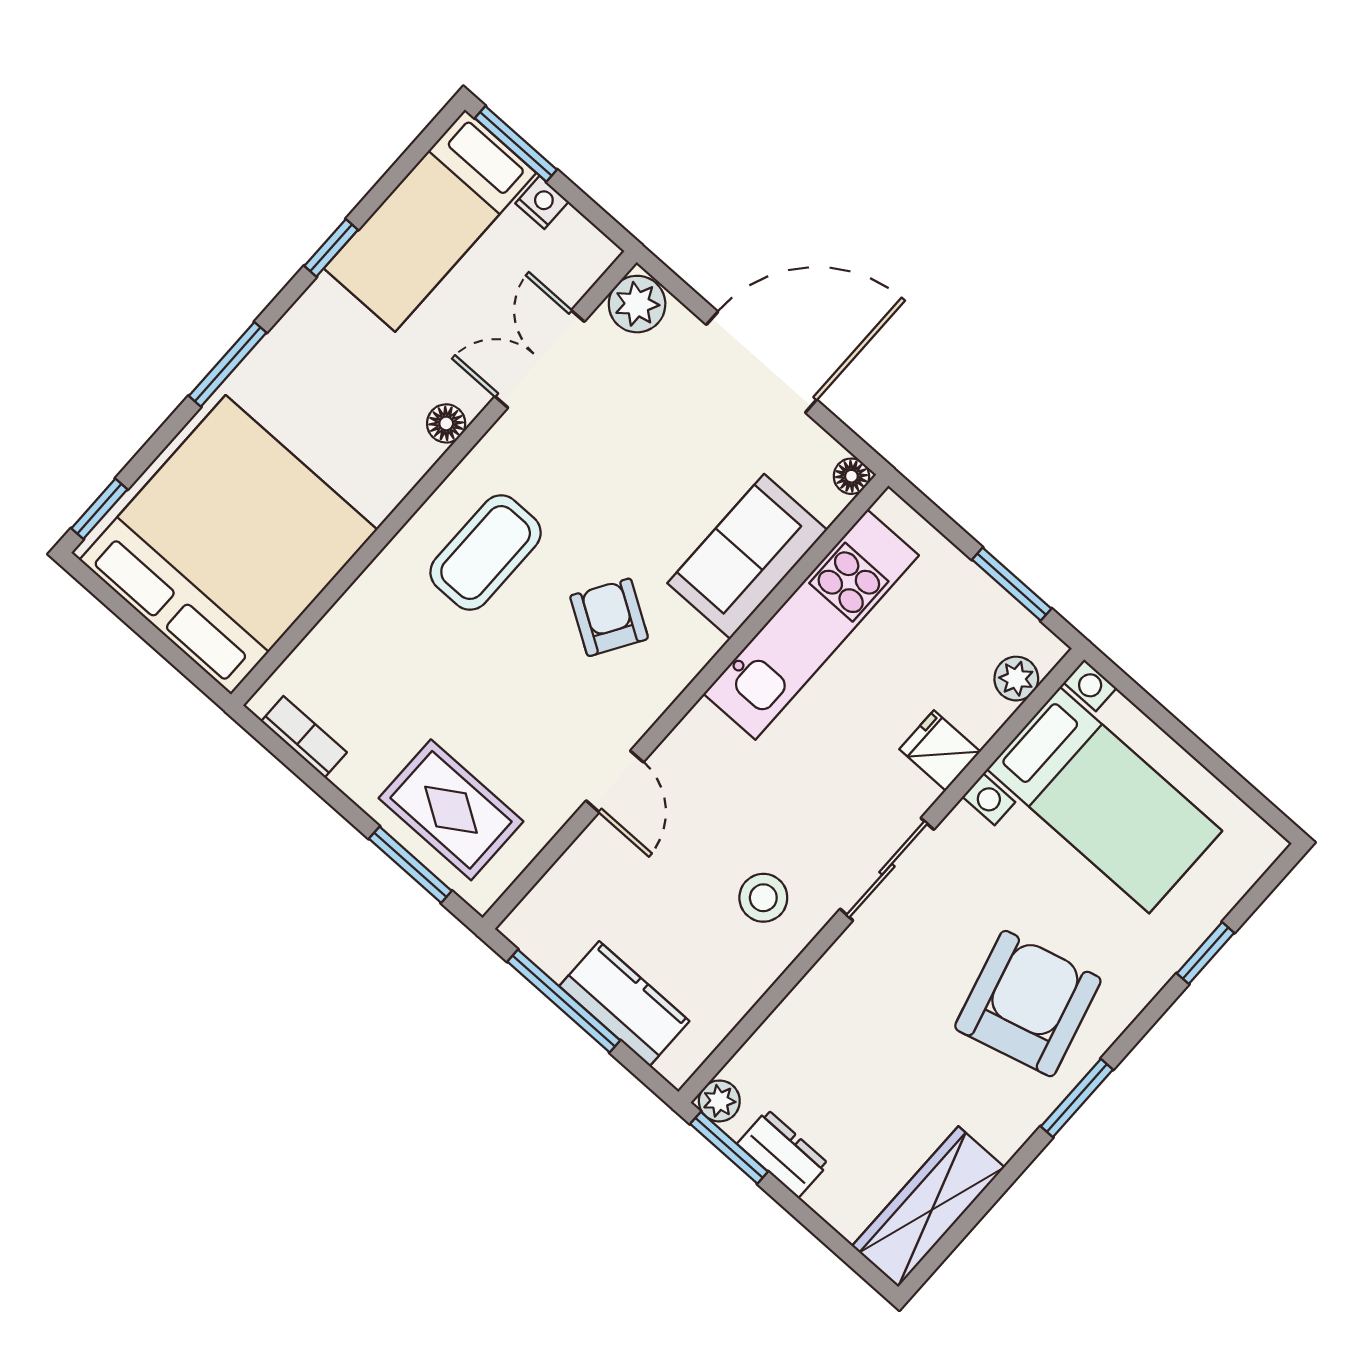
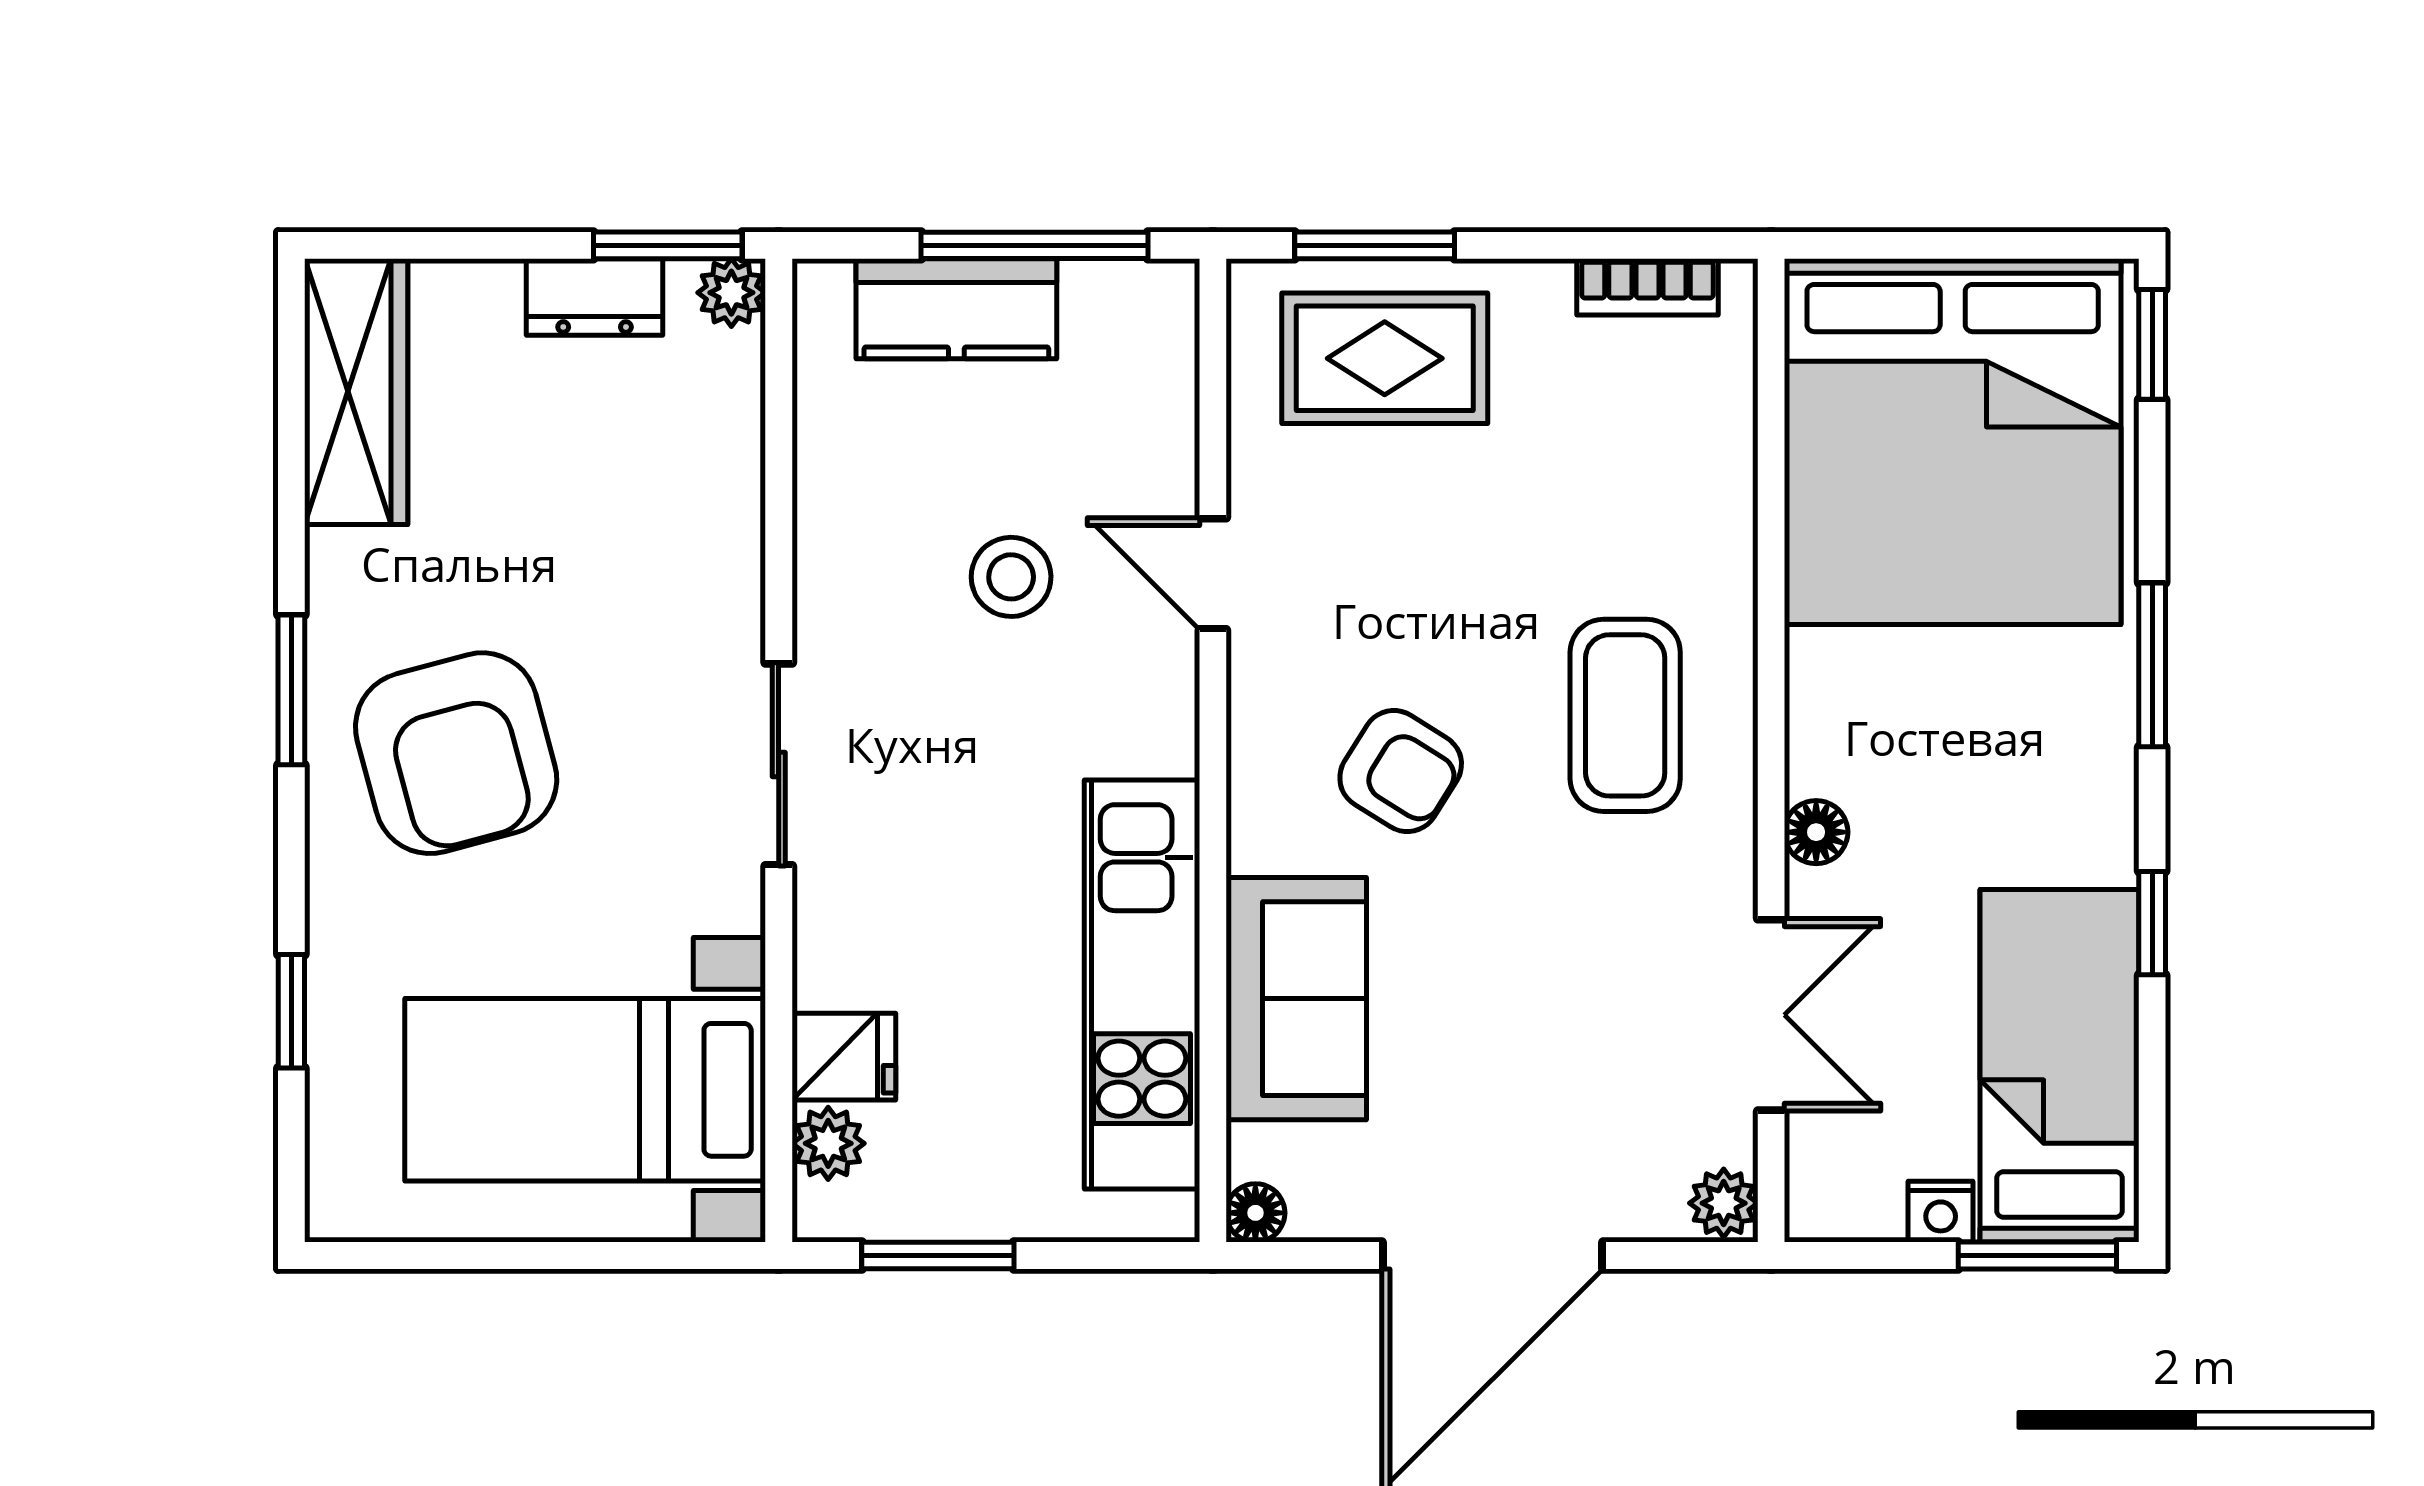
plant: (637, 304) -> (1724, 1203), width x0.73, depth x0.73
fridge: (940, 750) -> (844, 1057), moved
stool: (763, 898) -> (1011, 577), moved

